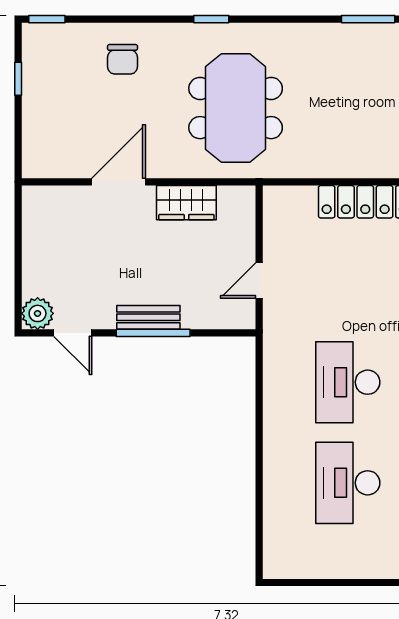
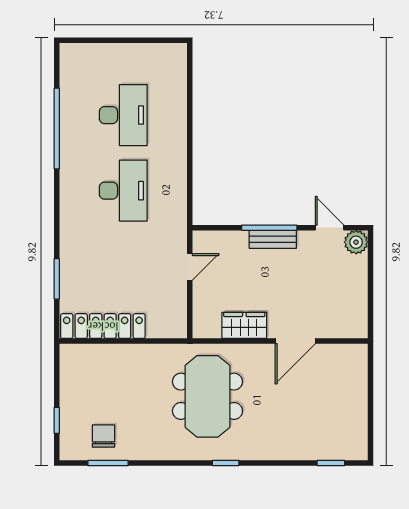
window: (47, 19) -> (331, 463), moved
chair: (123, 59) -> (103, 436), moved
window: (18, 79) -> (371, 418), removed

